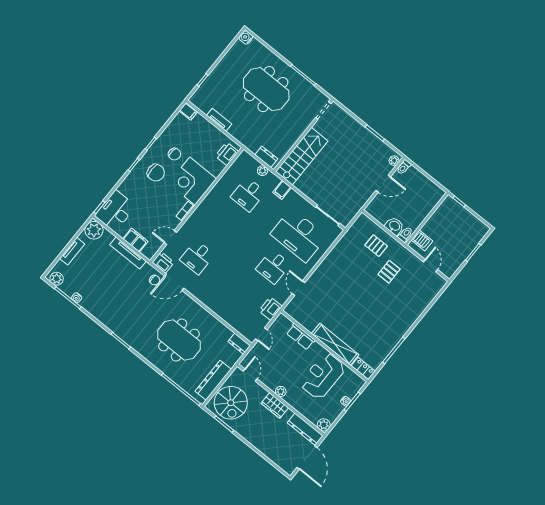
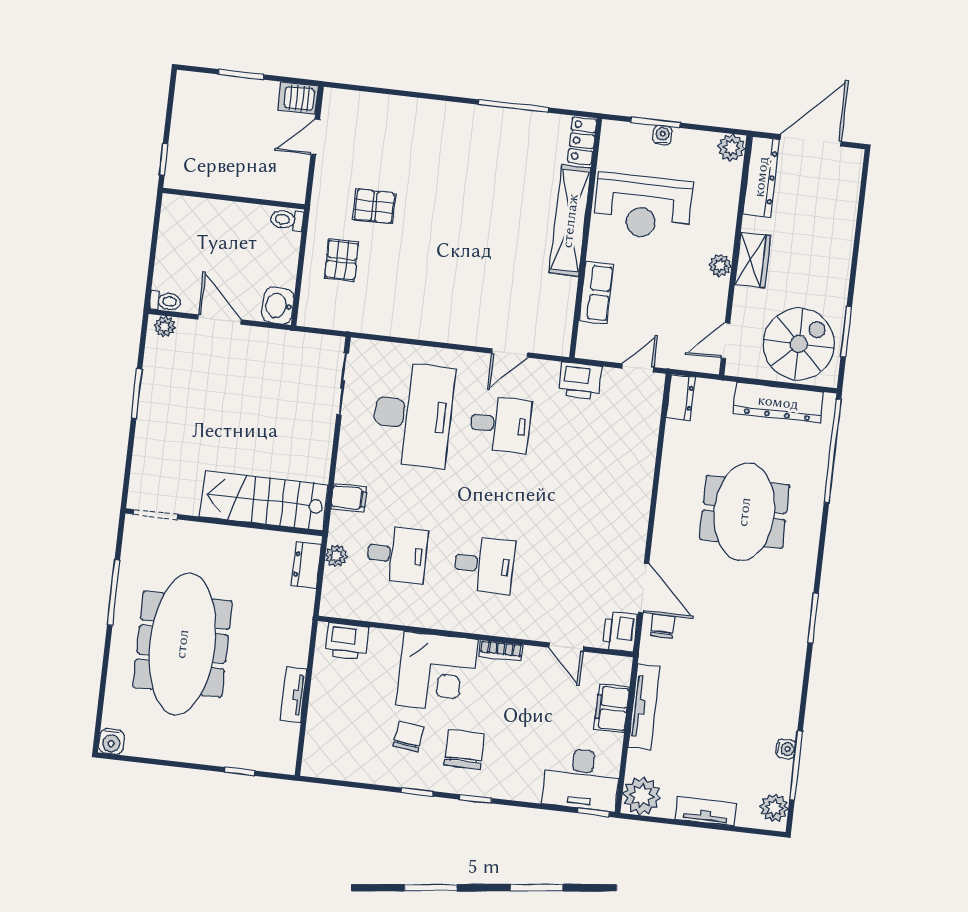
meeting table: (266, 89) -> (182, 644), width x1.36
filing cabinet: (188, 111) -> (314, 761), removed
washbasin: (394, 226) -> (278, 306), moved
server rack: (422, 240) -> (298, 98), moved, turned -90
desk: (197, 257) -> (484, 565), moved

